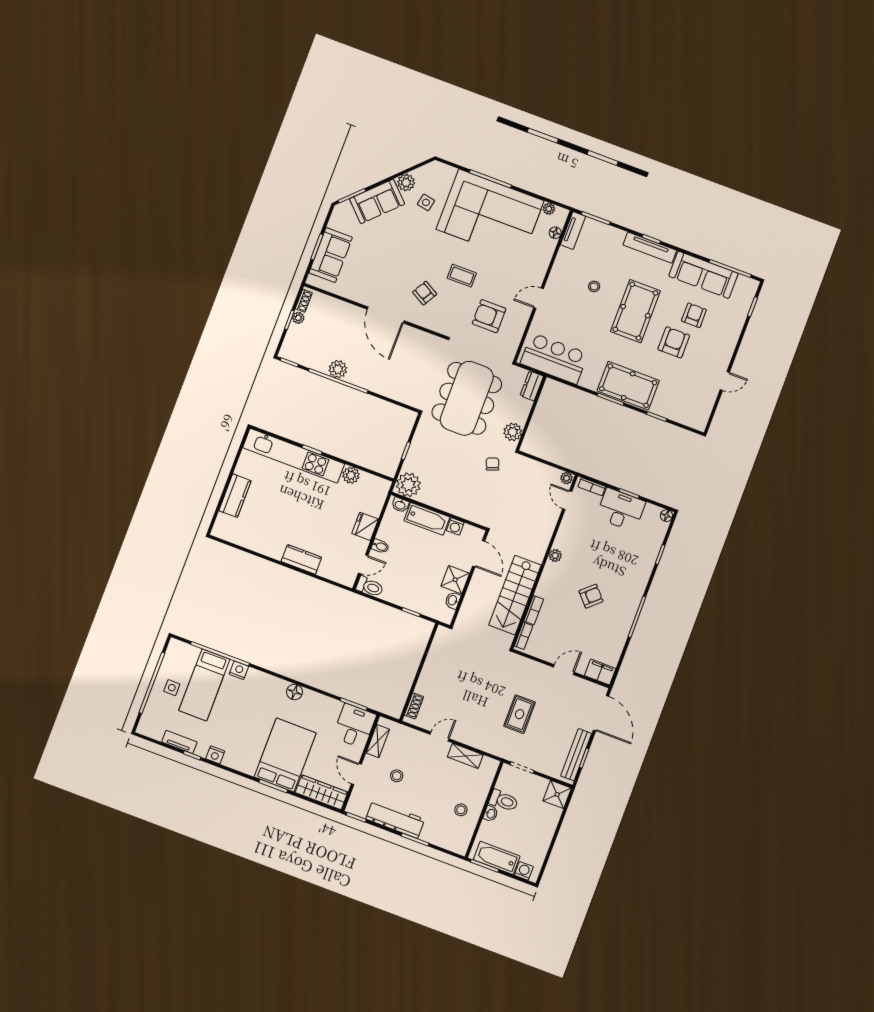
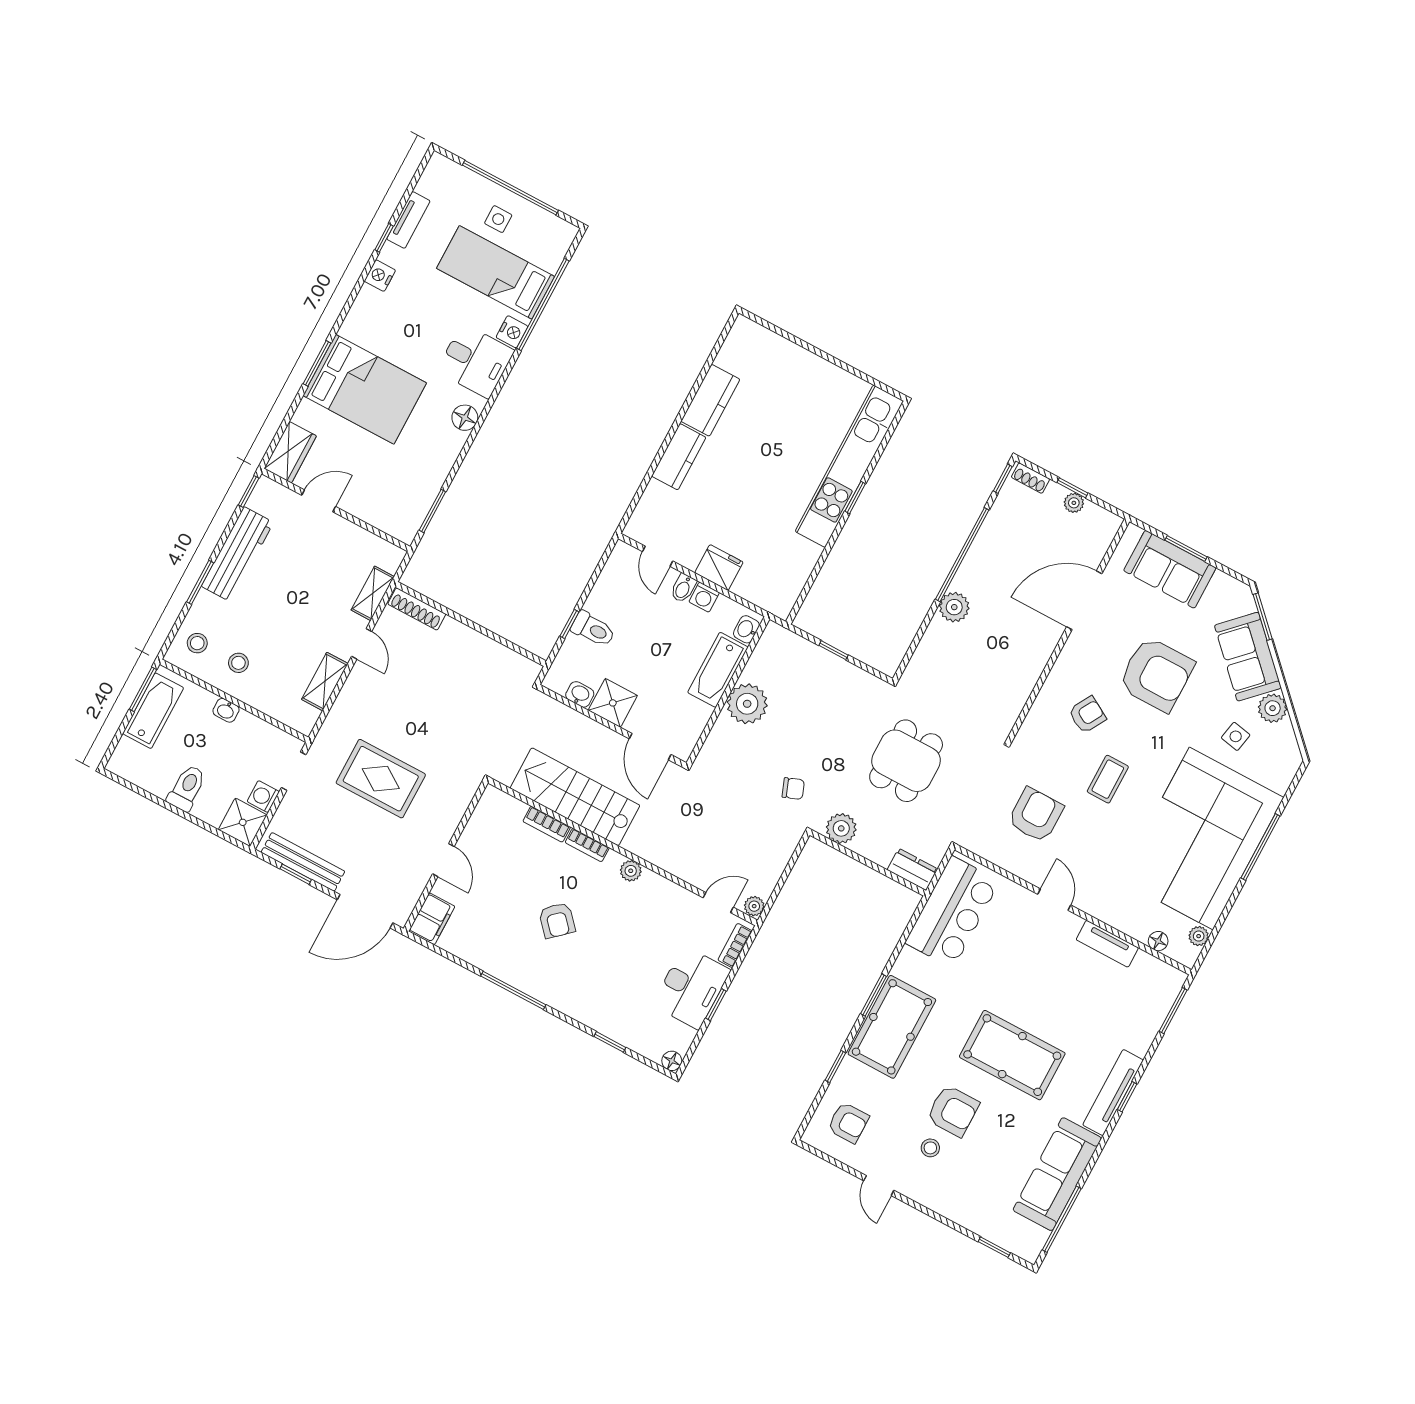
tv unit: (573, 231) -> (1107, 944), moved
armchair: (395, 255) -> (1156, 674), added
stool: (594, 286) -> (930, 1148), moved
shoe rack: (304, 301) -> (1030, 478), moved
door: (386, 315) -> (1084, 600), moved
armchair: (694, 315) -> (848, 1123), moved
plant: (338, 369) -> (954, 607), moved
dining table: (467, 398) -> (906, 761), width x0.53, depth x0.80
plant: (351, 475) -> (805, 555), removed
plant: (408, 485) -> (747, 704), moved
kitchen counter: (235, 496) -> (710, 400), moved, turned -90
washing machine: (455, 526) -> (704, 597), moved, turned -90
door: (479, 554) -> (650, 747), hinge flipped
toilet: (370, 587) -> (593, 629), moved, turned -90
bookcase: (524, 636) -> (587, 845), moved
shoe rack: (414, 706) -> (417, 609), width x1.43
rug: (520, 714) -> (381, 779), width x1.36, depth x1.43
desk: (354, 726) -> (475, 361), moved
shelving: (378, 741) -> (373, 593), moved, turned 90
stool: (397, 776) -> (197, 643), moved
wardrobe: (322, 792) -> (290, 452), width x0.67
toilet: (504, 801) -> (187, 788), moved, turned 180
washing machine: (524, 871) -> (263, 797), moved, turned 180

